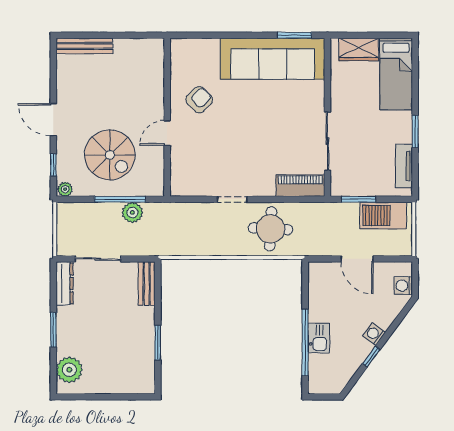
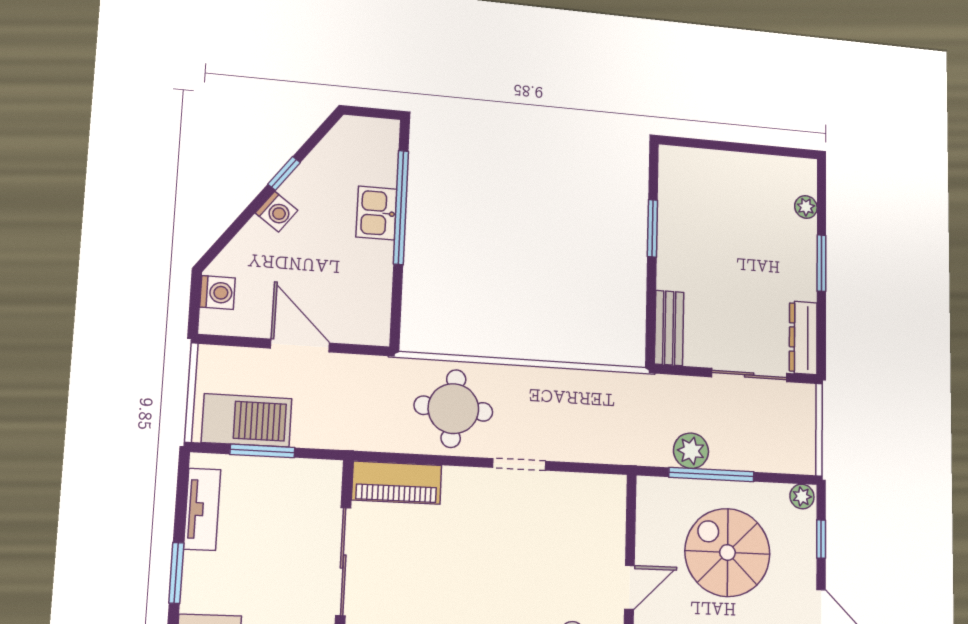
window: (358, 199) -> (262, 451), moved
plant: (69, 370) -> (806, 207), width x0.53, depth x0.53

